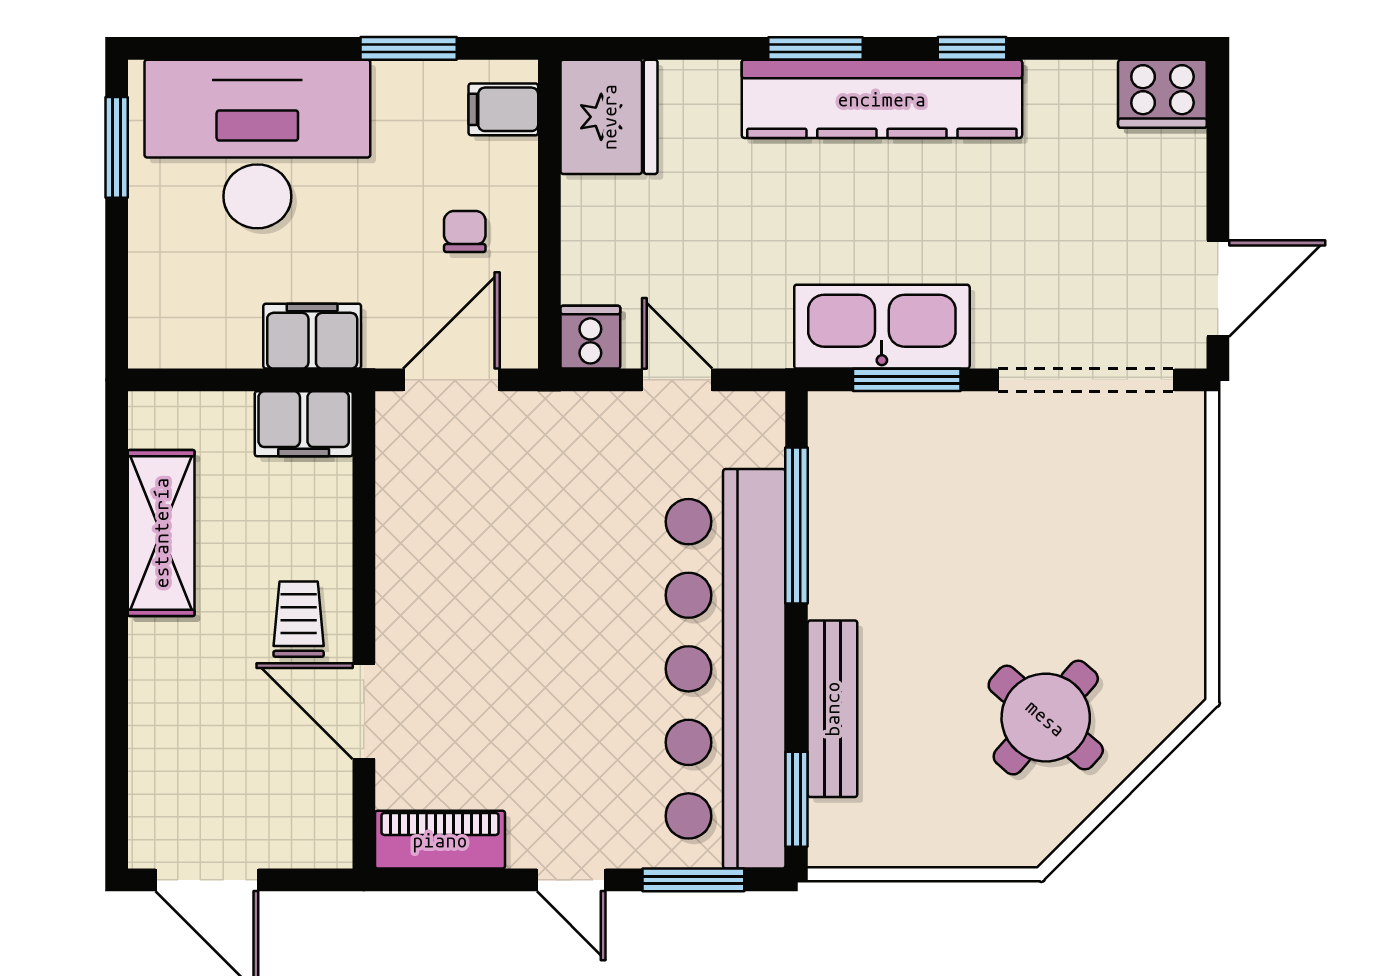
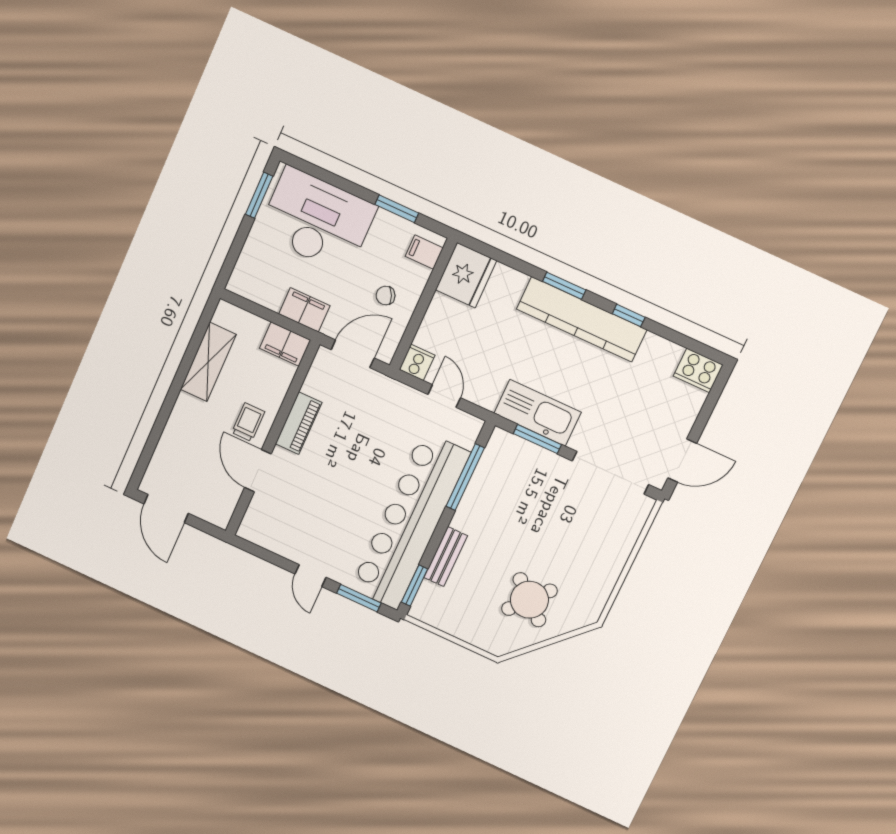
chair: (465, 231) -> (386, 296), turned -114
bench: (832, 709) -> (446, 557), width x0.73
piano: (440, 840) -> (299, 423), moved, turned 90

